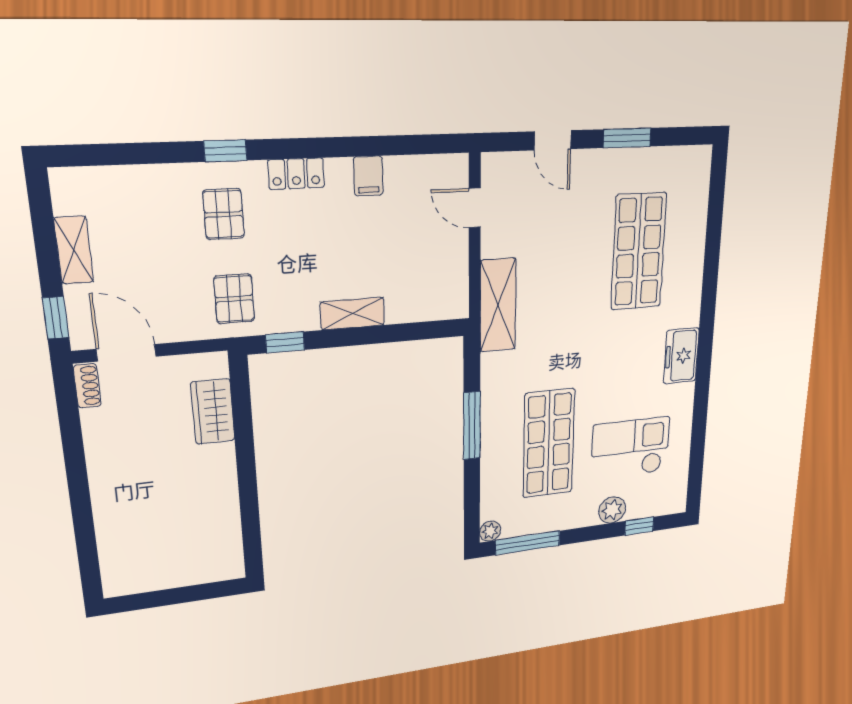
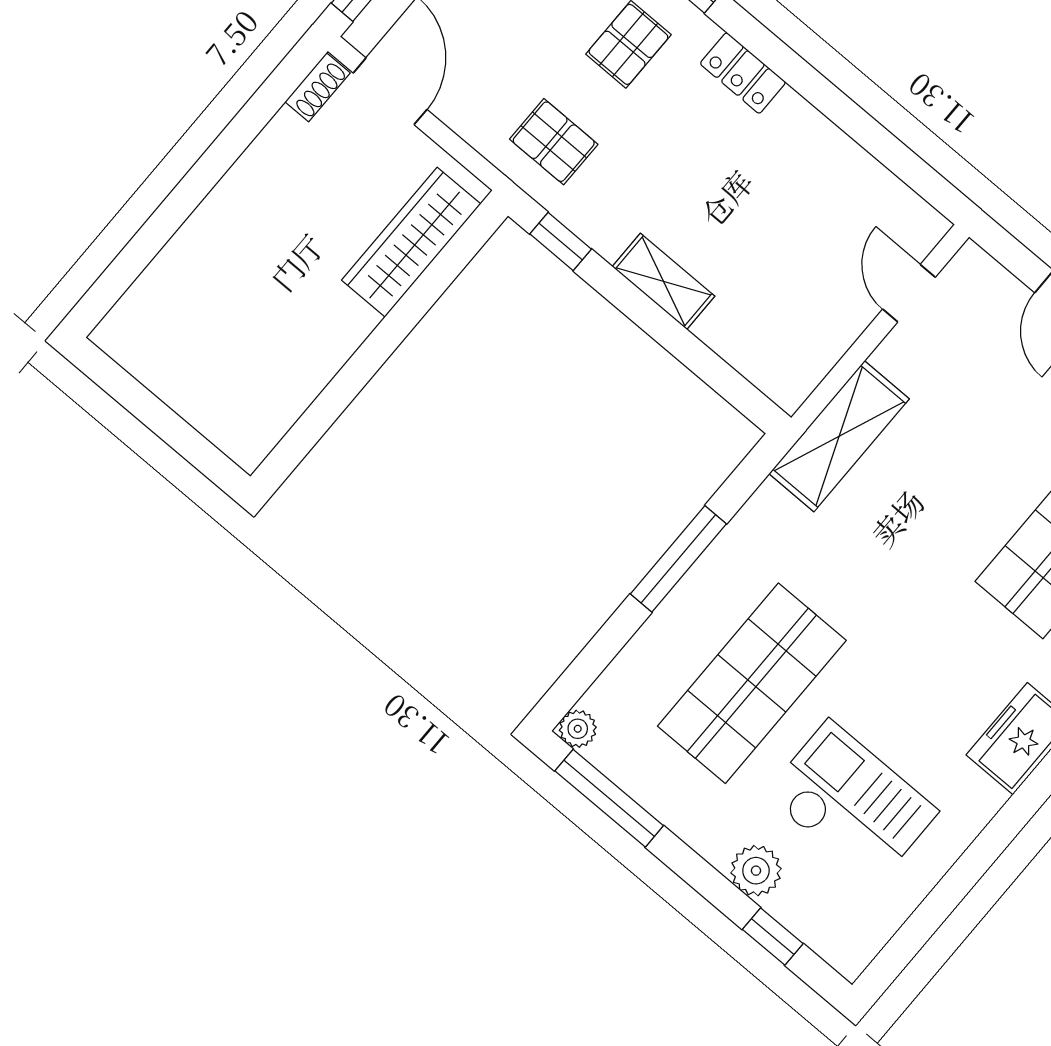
filing cabinet: (368, 176) -> (819, 146), removed
pallet: (234, 299) -> (554, 142), turned 90
wardrobe: (213, 412) -> (411, 242), width x1.50

